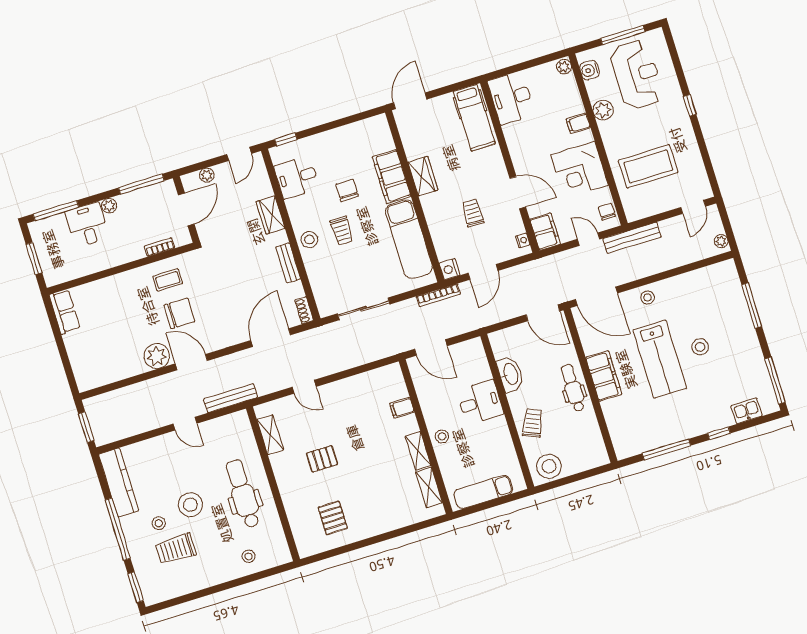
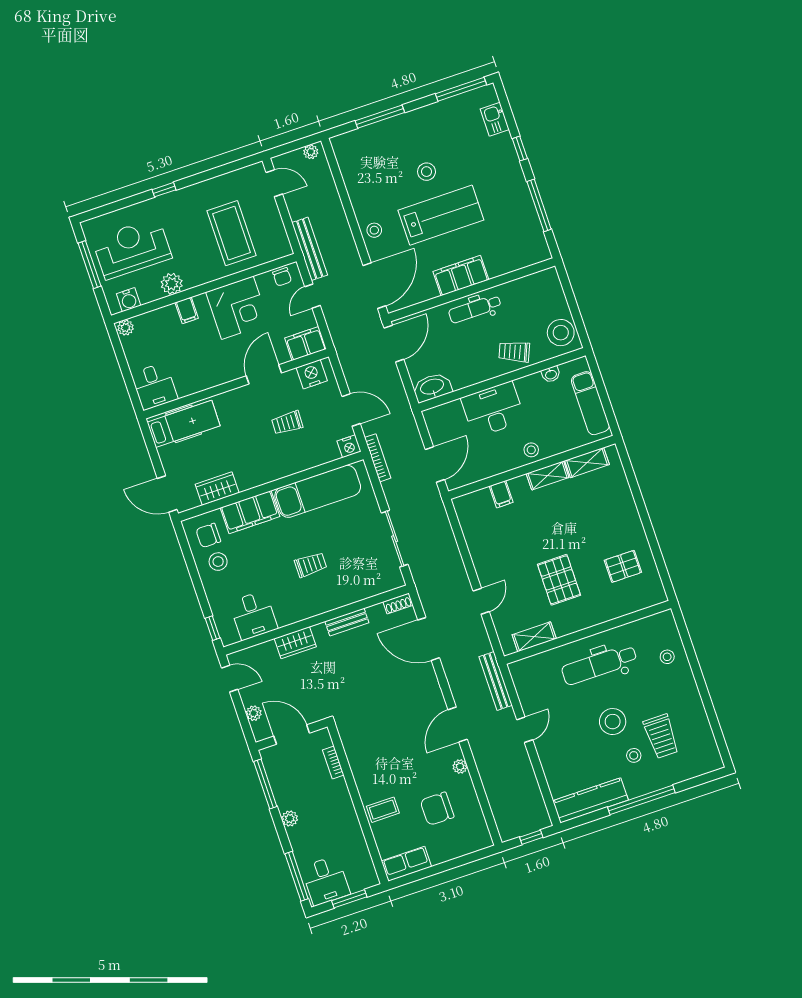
desk: (511, 98) -> (154, 386), width x0.73
wardrobe: (423, 176) -> (217, 489), moved
chair: (347, 190) -> (208, 535), moved
chair: (607, 212) -> (282, 277), turned -90
desk: (87, 225) -> (326, 881), moved, turned -90
stool: (309, 240) -> (218, 562), moved
nightstand: (523, 240) -> (312, 374), width x1.89, depth x1.79
coffee table: (168, 280) -> (383, 810), moved, turned 90
chair: (179, 313) -> (437, 809), moved, turned -90
plant: (157, 356) -> (460, 766), width x0.53, depth x0.53
washbasin: (510, 374) -> (432, 387), moved
desk: (480, 402) -> (493, 409), width x1.37
window: (86, 427) -> (531, 837), width x0.67
washbasin: (511, 456) -> (551, 374), added
pallet: (322, 459) -> (559, 580), width x1.50, depth x1.42
window: (136, 587) -> (704, 779), removed

